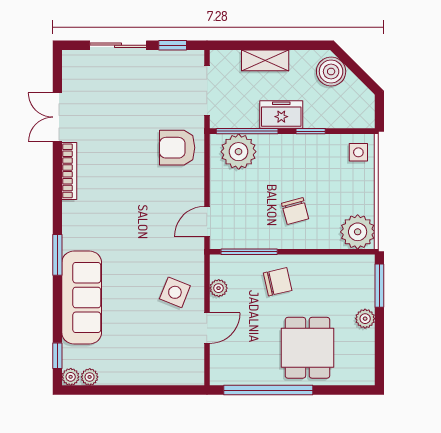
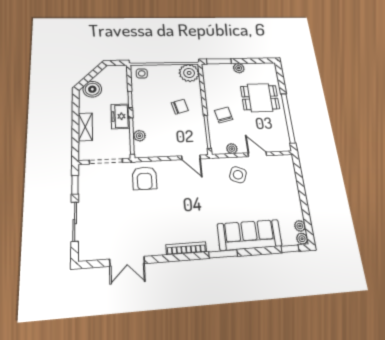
plant: (239, 152) -> (139, 136), width x0.53, depth x0.53
bookcase: (69, 171) -> (186, 248), moved

